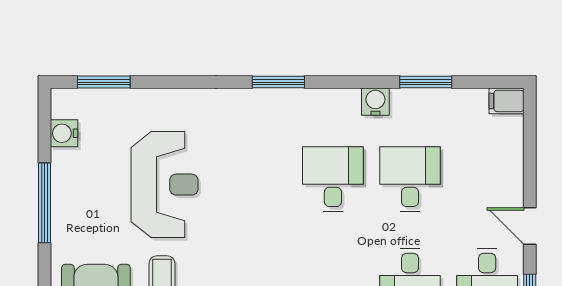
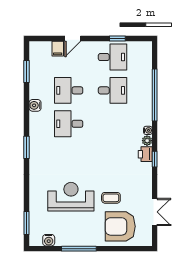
window: (426, 82) -> (27, 71), moved
filing cabinet: (507, 101) -> (58, 49), moved
door: (530, 226) -> (73, 39), moved

